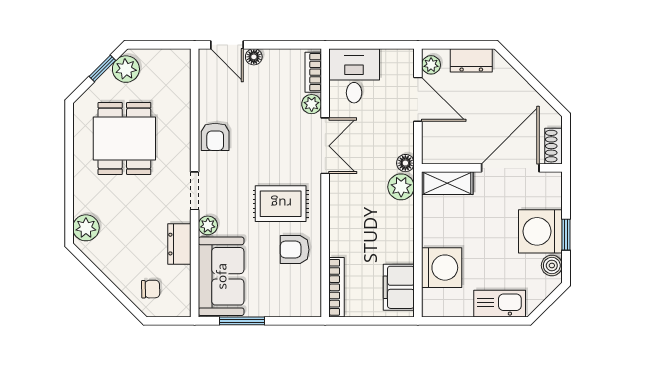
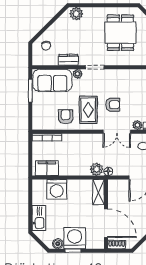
armchair: (215, 137) -> (113, 105), moved, turned 180
dining table: (124, 139) -> (120, 33), turned 90

